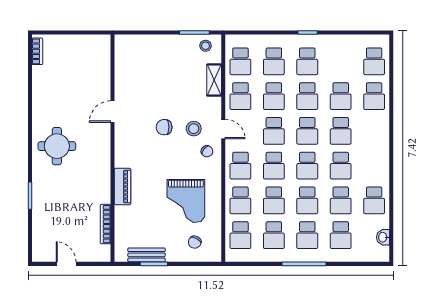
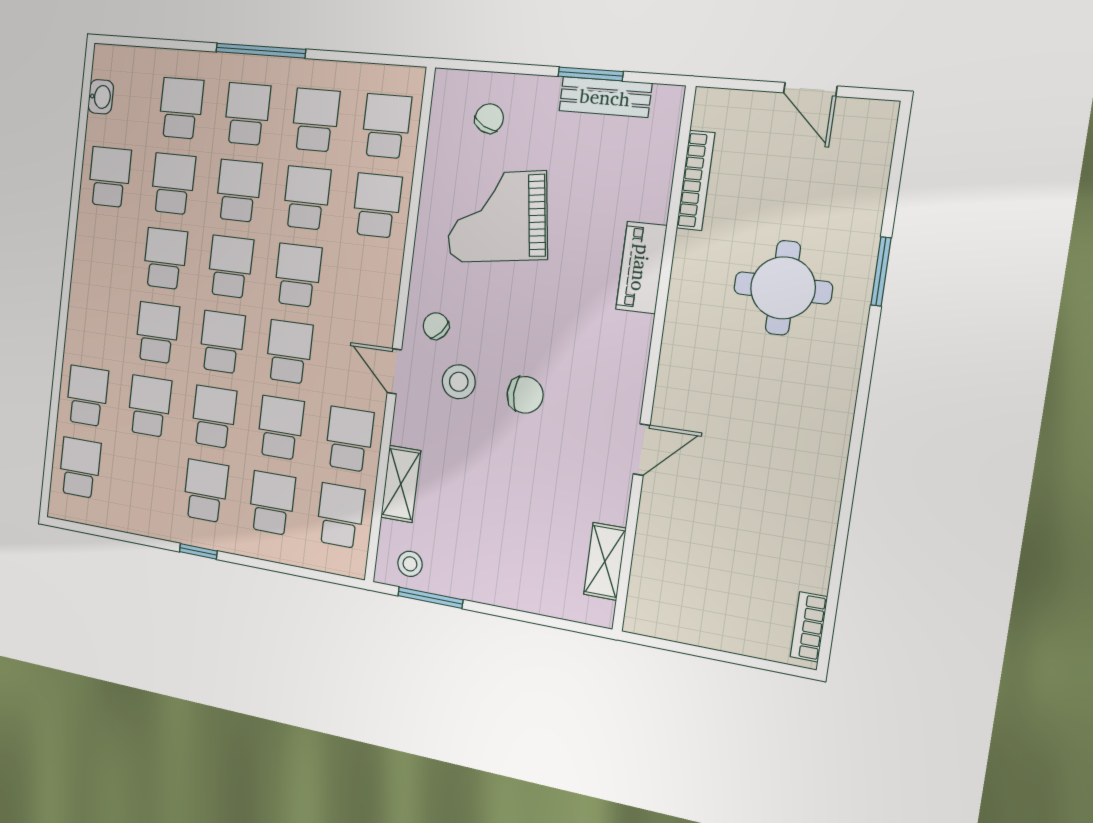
shelving: (121, 63) -> (605, 561), added
round table: (57, 146) -> (783, 288), moved
school desk: (240, 166) -> (367, 284), removed
grand piano: (186, 201) -> (497, 217), turned -98

